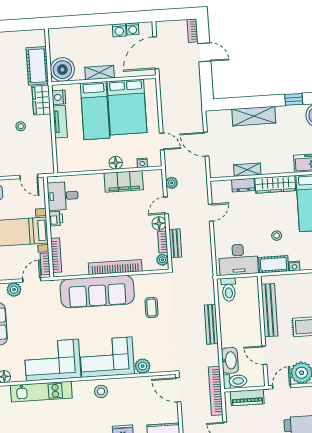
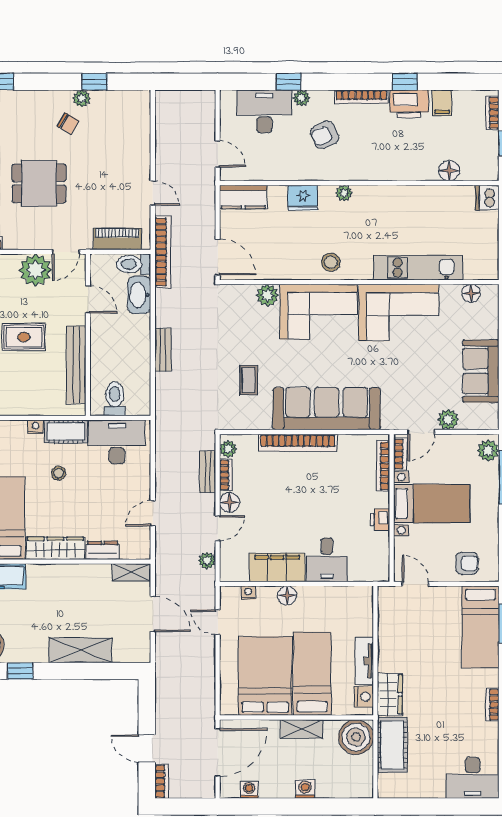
washing machine: (119, 30) -> (305, 789), moved
stool: (21, 126) -> (423, 658), removed
shelving: (247, 170) -> (131, 572), moved
desk: (63, 196) -> (327, 560), moved, turned 90
toilet: (229, 290) -> (115, 399), moved
bench: (211, 324) -> (163, 350), width x0.73

